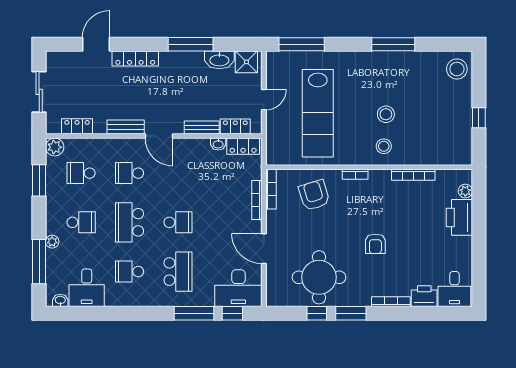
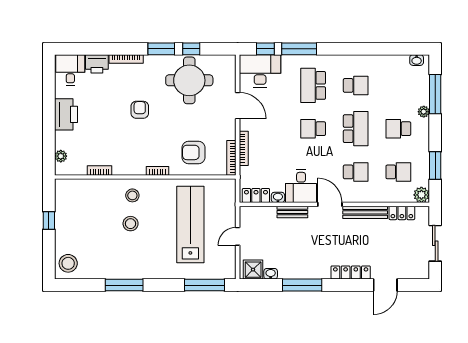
washbasin: (219, 60) -> (271, 274), width x0.52, depth x0.69
bench: (126, 127) -> (365, 212), width x1.36
locker: (235, 127) -> (263, 213), removed
bookcase: (413, 175) -> (100, 170), width x0.64
armchair: (314, 195) -> (194, 152), turned 107
printer: (459, 217) -> (66, 114), moved
desk: (87, 288) -> (301, 186), moved, turned 180

